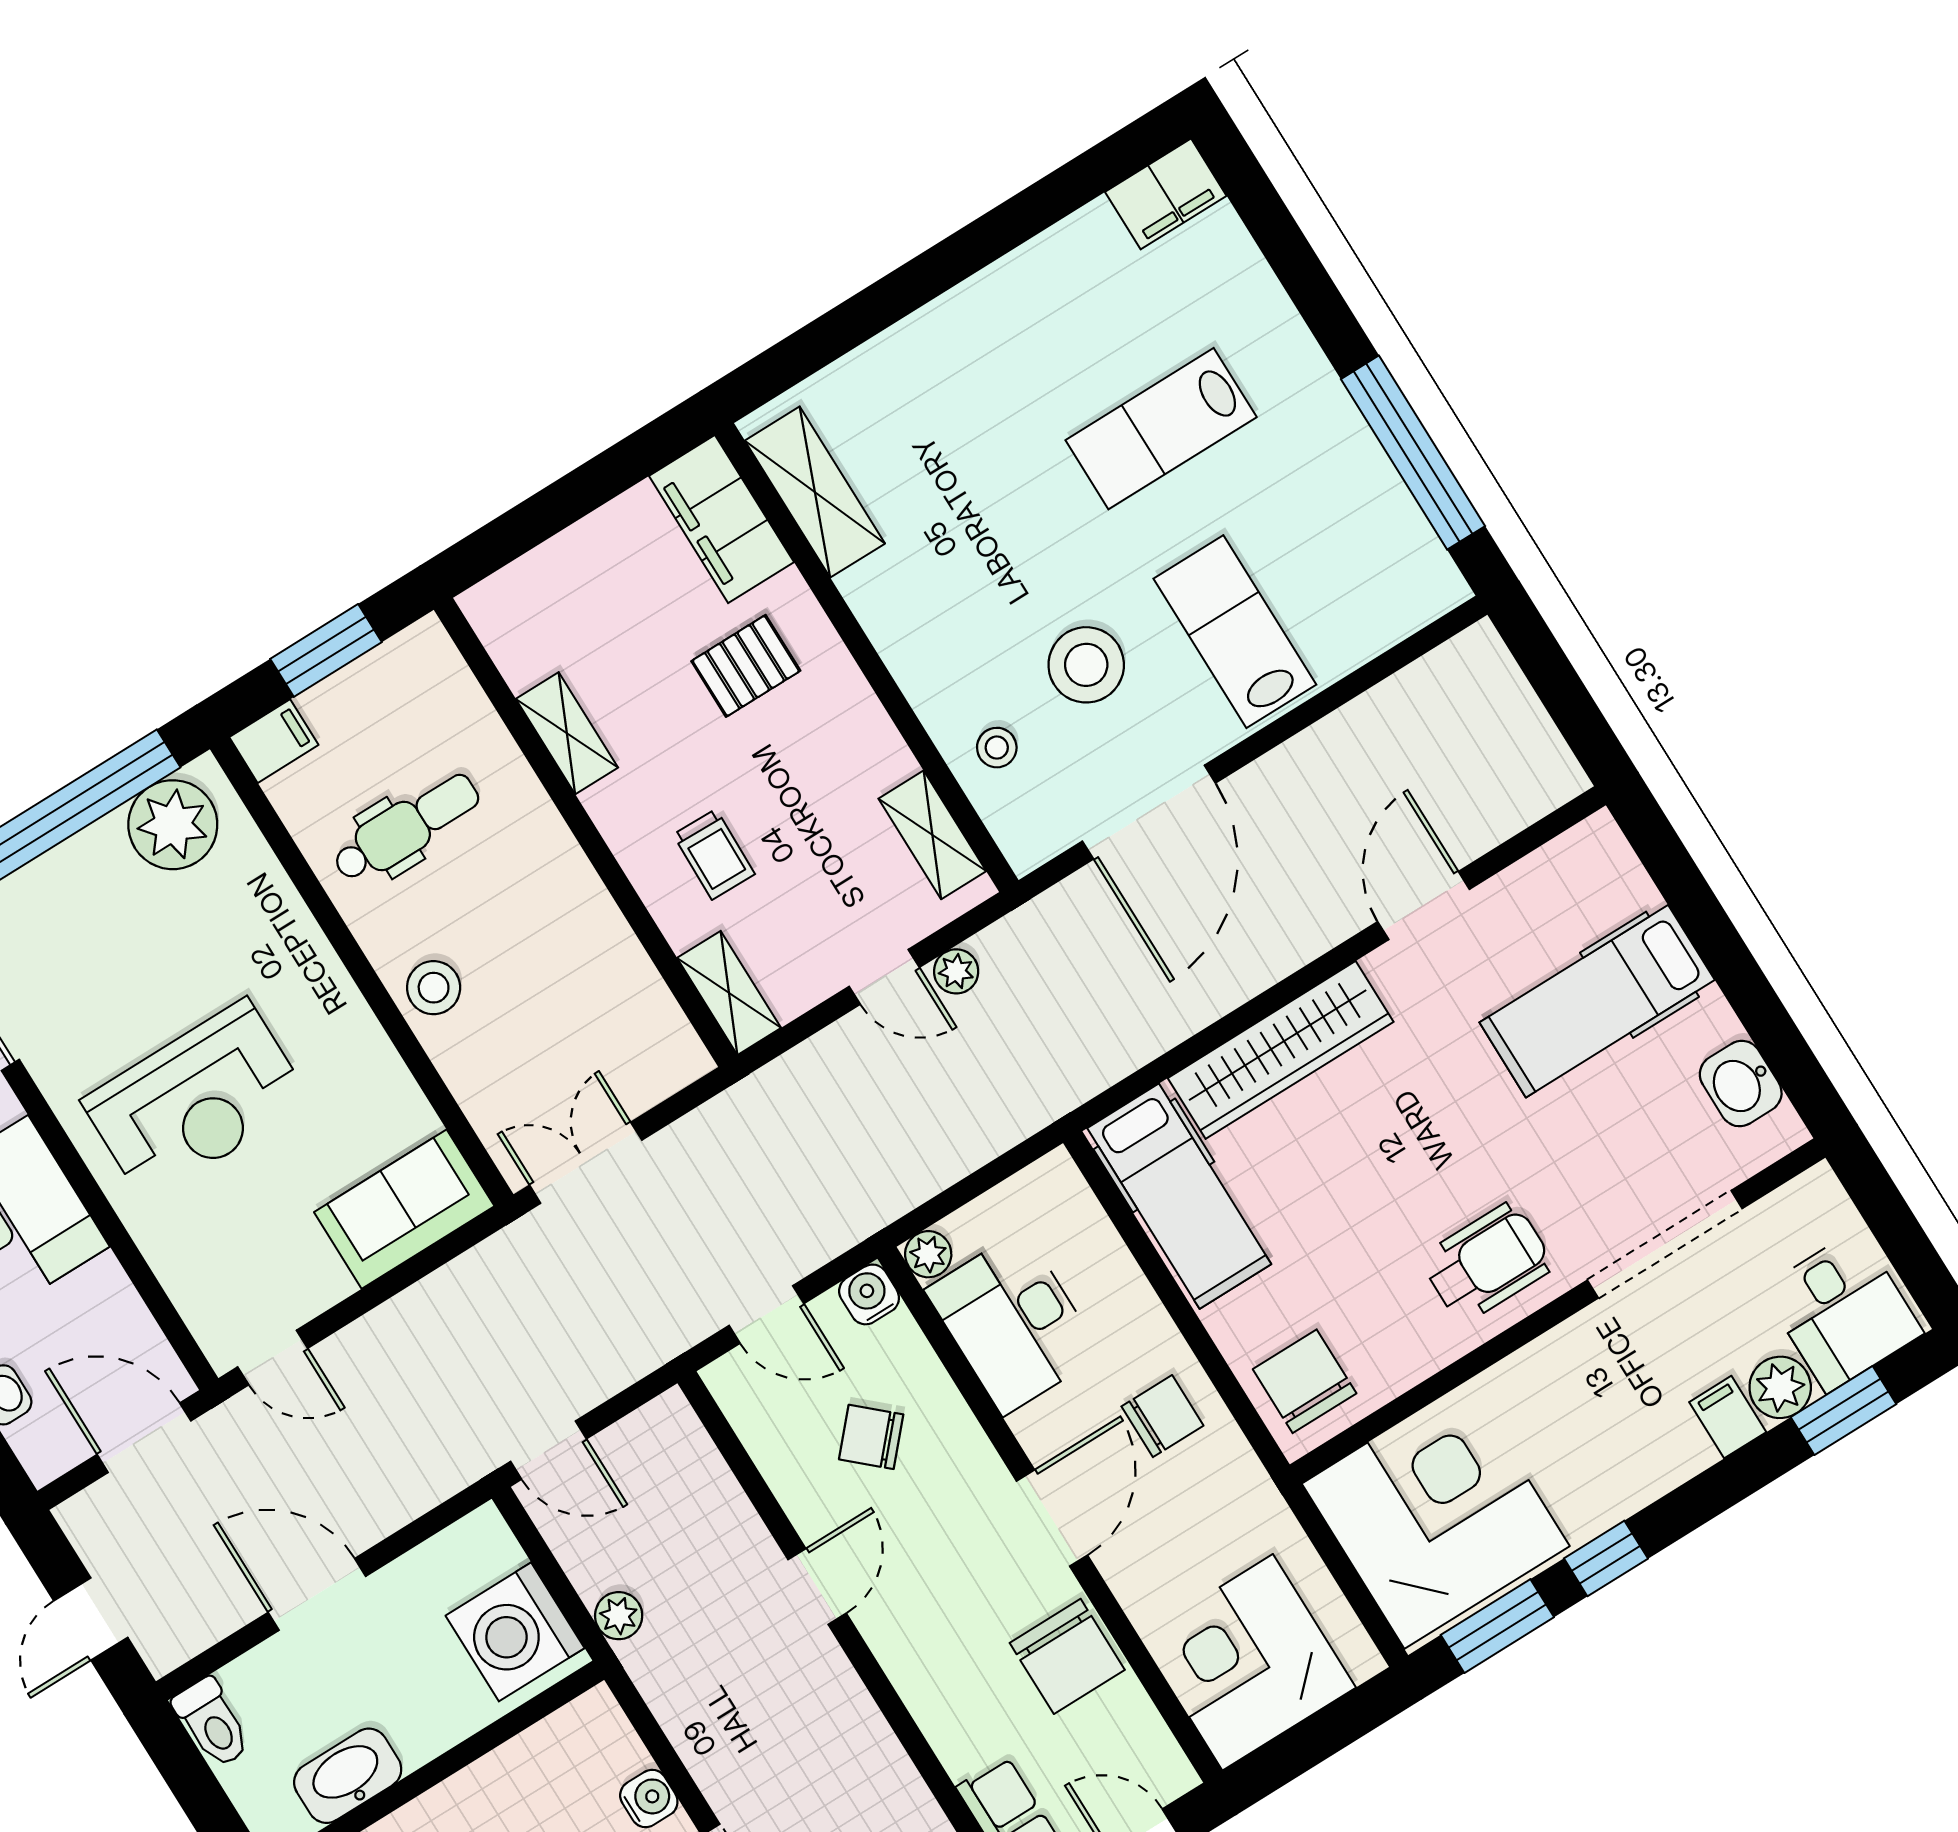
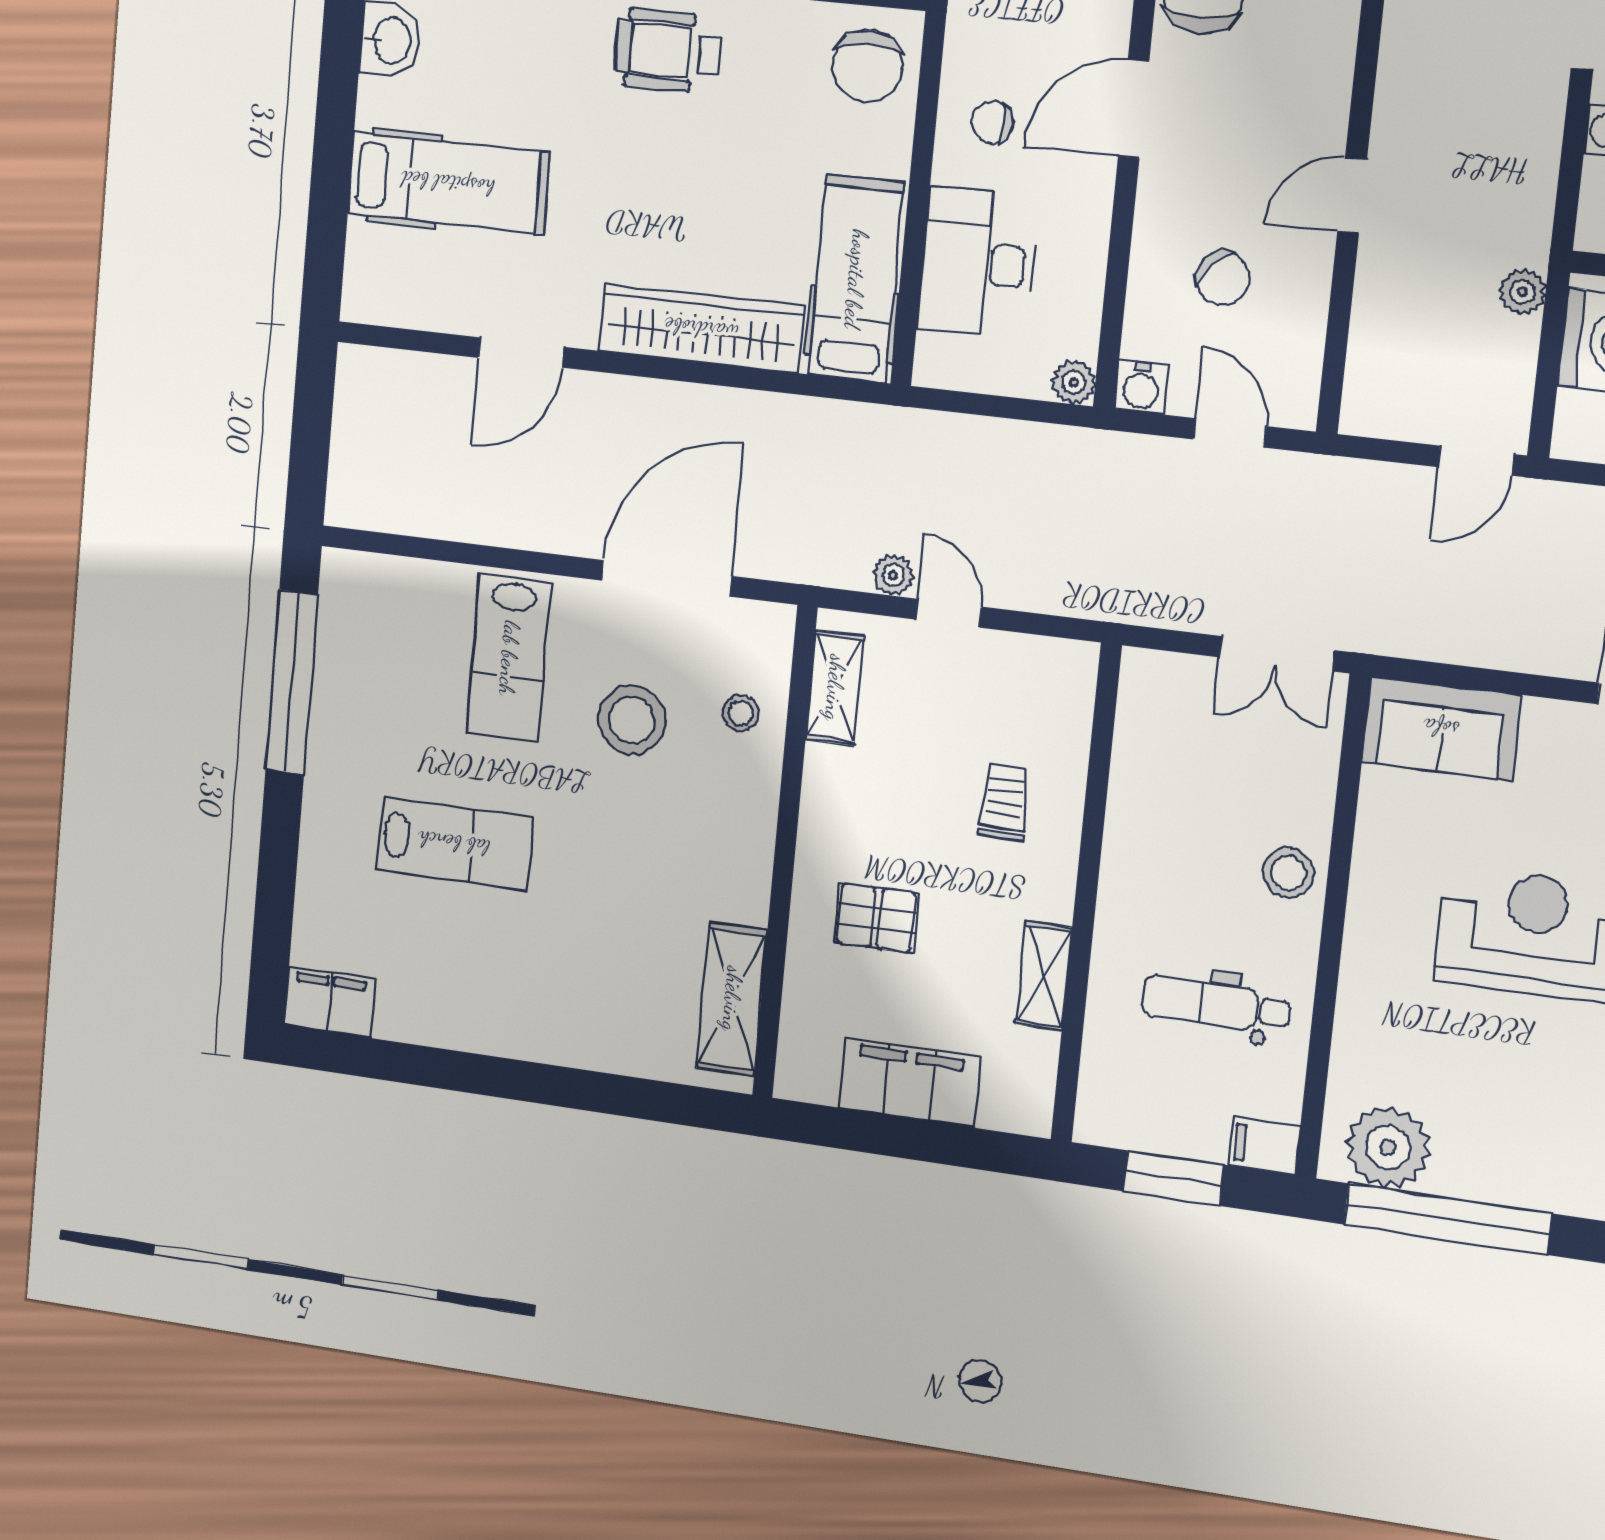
filing cabinet: (721, 519) -> (909, 1082), moved, turned -90
shelving: (729, 993) -> (1072, 693), removed
desk: (1013, 1322) -> (978, 263), moved, turned 180
chair: (1162, 1416) -> (992, 122), width x0.73, depth x0.73
door: (549, 1450) -> (1476, 461), swing flipped

